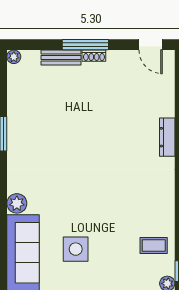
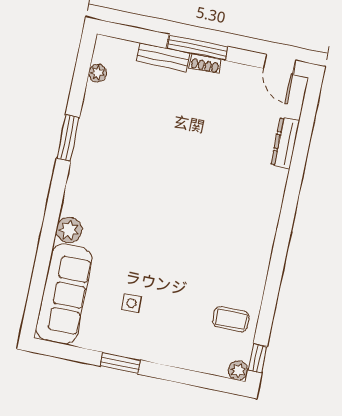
plant: (14, 57) -> (98, 73), moved
dresser: (167, 137) -> (285, 143), moved
side table: (76, 249) -> (131, 303), width x0.54, depth x0.54

